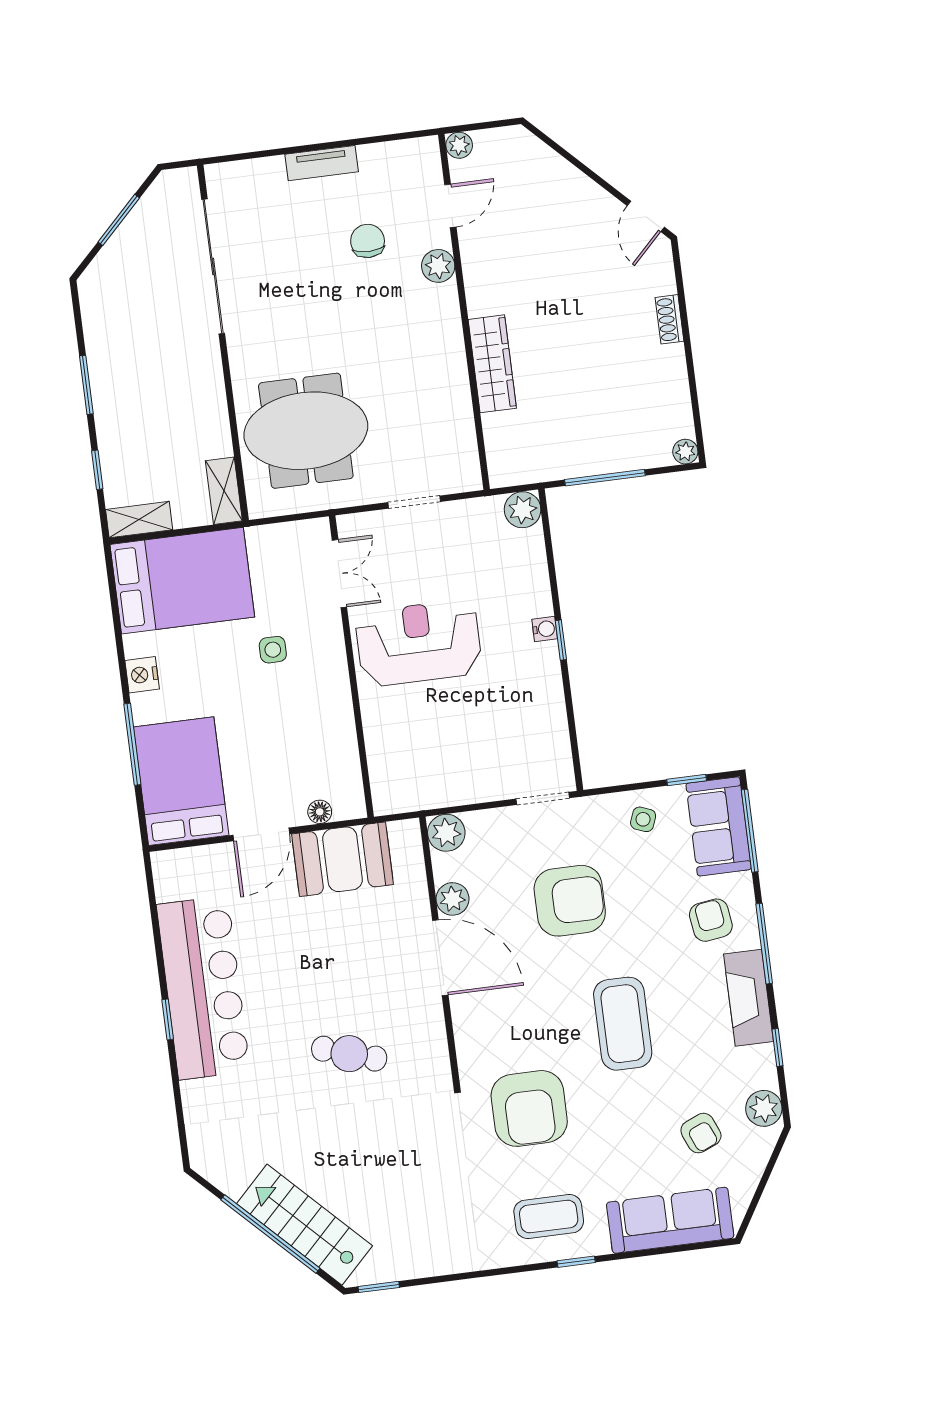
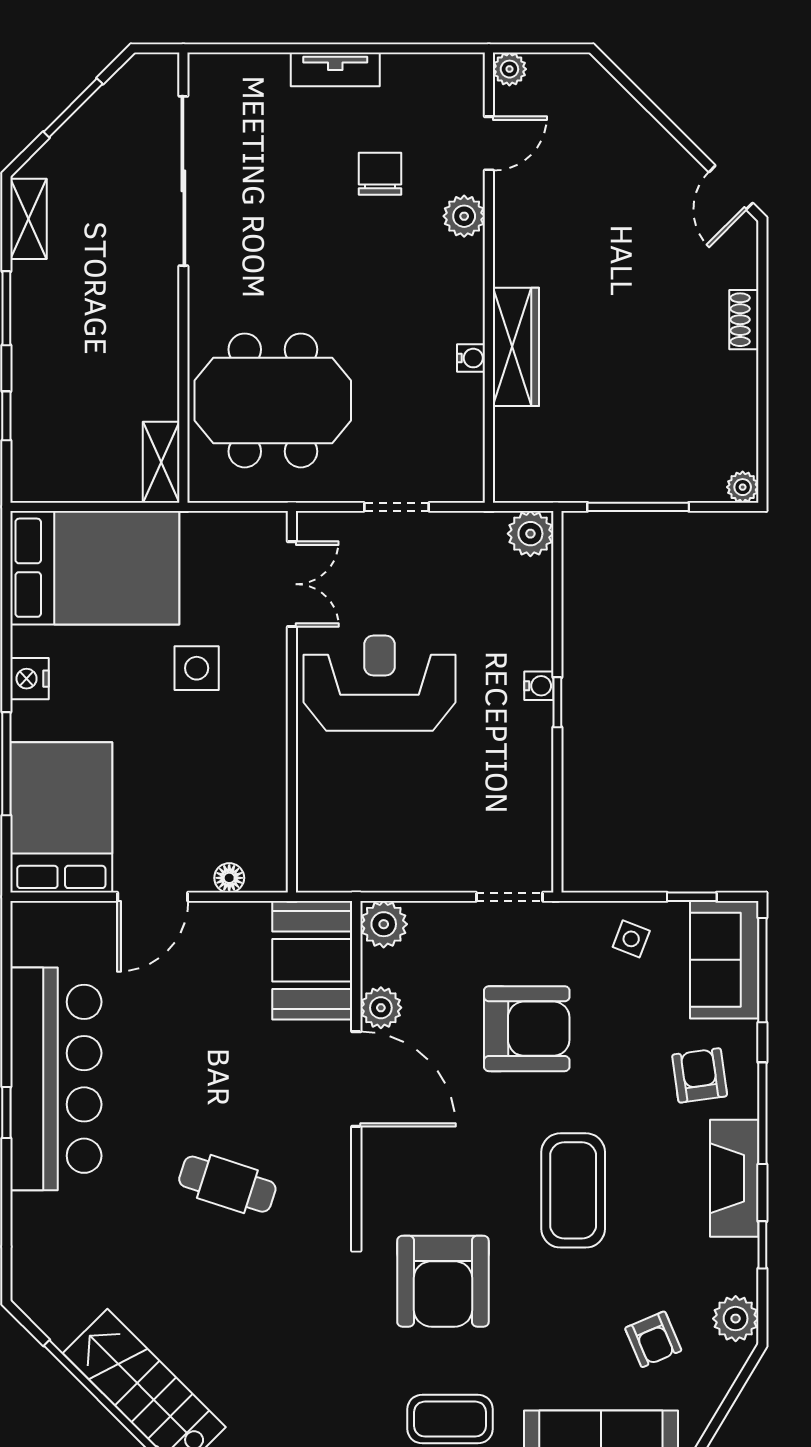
water cooler: (458, 377) -> (471, 358), added
shelving: (139, 520) -> (29, 219), moved, turned 90
side table: (273, 650) -> (197, 668), width x1.37, depth x1.37
booth: (342, 859) -> (312, 960), moved, turned 90

